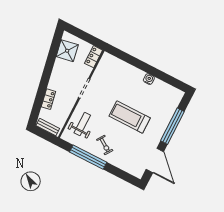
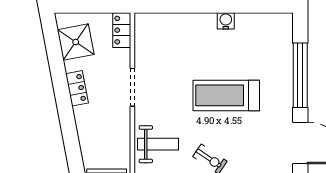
locker: (48, 99) -> (77, 88), moved
weight bench: (82, 124) -> (158, 144), turned 90

